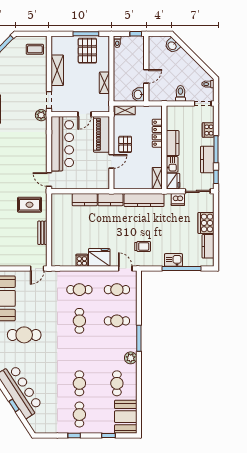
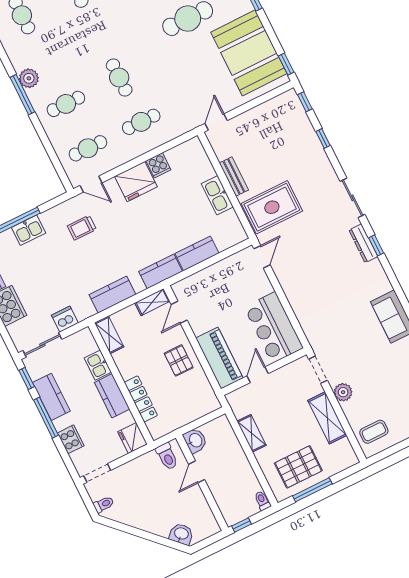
pallet: (87, 51) -> (298, 467), turned 90
toilet: (180, 93) -> (167, 456), moved
shelving: (125, 110) -> (152, 302), moved
plant: (41, 115) -> (343, 392), moved
bar counter: (62, 144) -> (274, 327), width x0.73
door: (111, 161) -> (179, 312), moved
door: (49, 180) -> (262, 257), hinge flipped
fridge: (173, 181) -> (132, 438), moved
kitchen counter: (144, 200) -> (112, 295), width x0.67
rug: (30, 205) -> (272, 207), width x1.36, depth x1.43
kitchen sink: (57, 227) -> (217, 195), added
plant: (131, 358) -> (29, 78), moved

